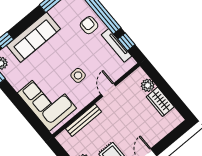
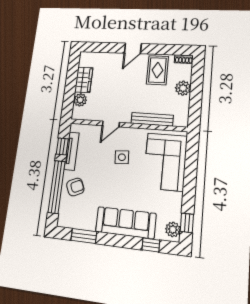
armchair: (89, 25) -> (75, 187), turned -114

